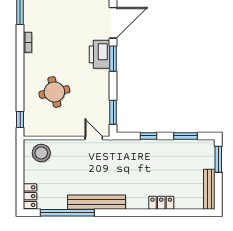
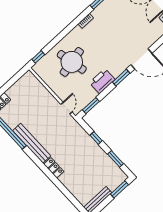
printer: (100, 54) -> (102, 81), moved
round table: (54, 92) -> (72, 62), width x1.36, depth x1.36
stool: (41, 153) -> (30, 86), removed
locker: (161, 203) -> (54, 168), moved

